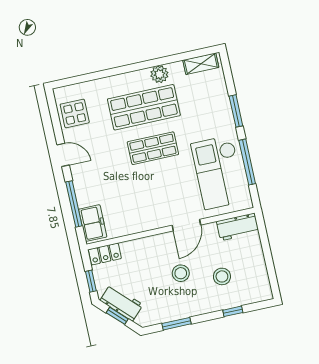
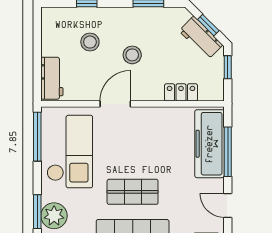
plant: (220, 111) -> (54, 216), added
window: (247, 162) -> (37, 137), moved
freezer: (93, 223) -> (210, 144), width x1.91, depth x1.26
workbench: (238, 227) -> (52, 78), moved, turned 90
locker: (105, 254) -> (181, 92), moved

